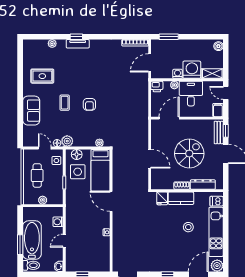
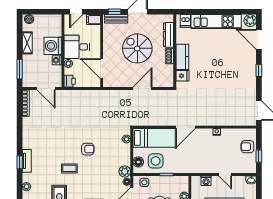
shelving: (212, 74) -> (27, 43), moved
coffee table: (65, 103) -> (69, 168), moved
stool: (188, 227) -> (211, 49), removed
armchair: (92, 263) -> (247, 147), added

